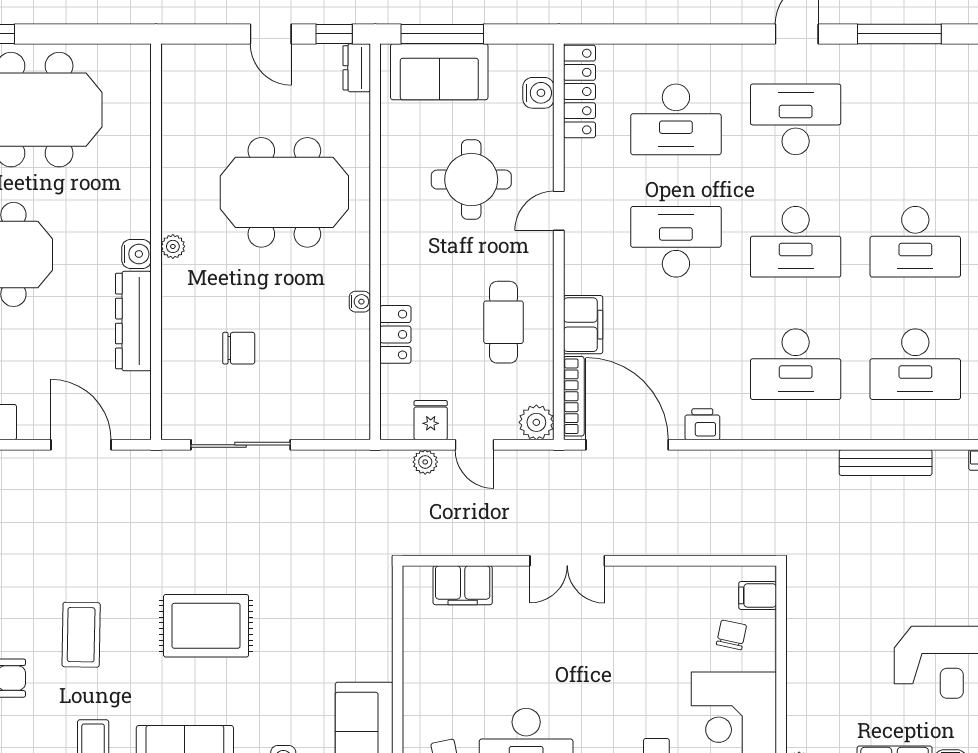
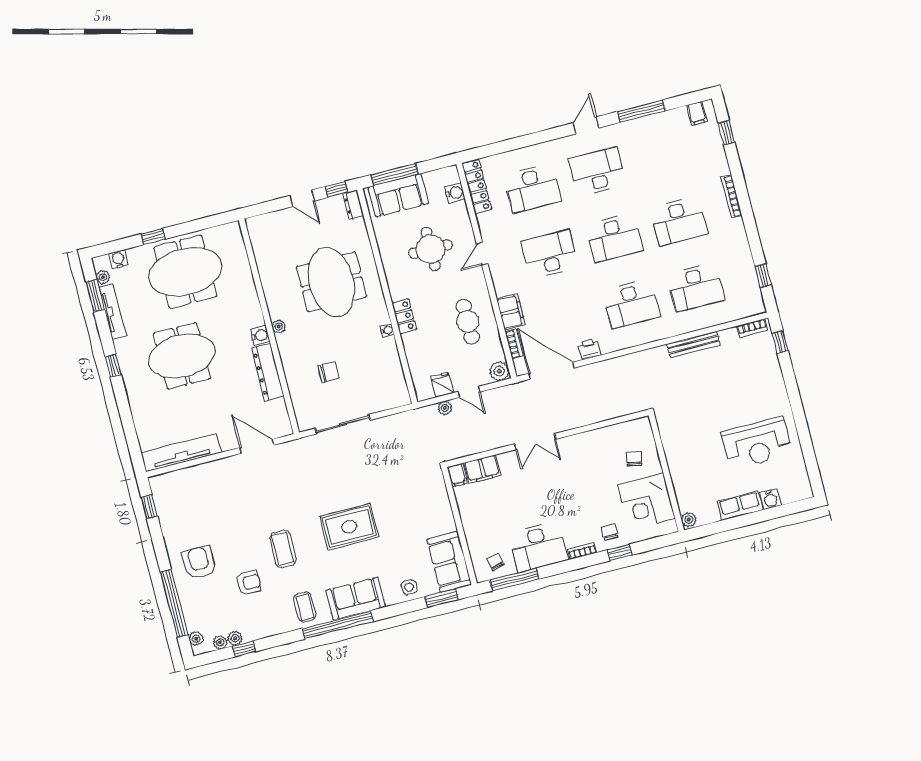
meeting table: (284, 192) -> (331, 282), turned 90
locker: (395, 334) -> (404, 316), moved
bookcase: (574, 396) -> (514, 344), width x0.64
filing cabinet: (758, 595) -> (457, 475), moved, turned -90

